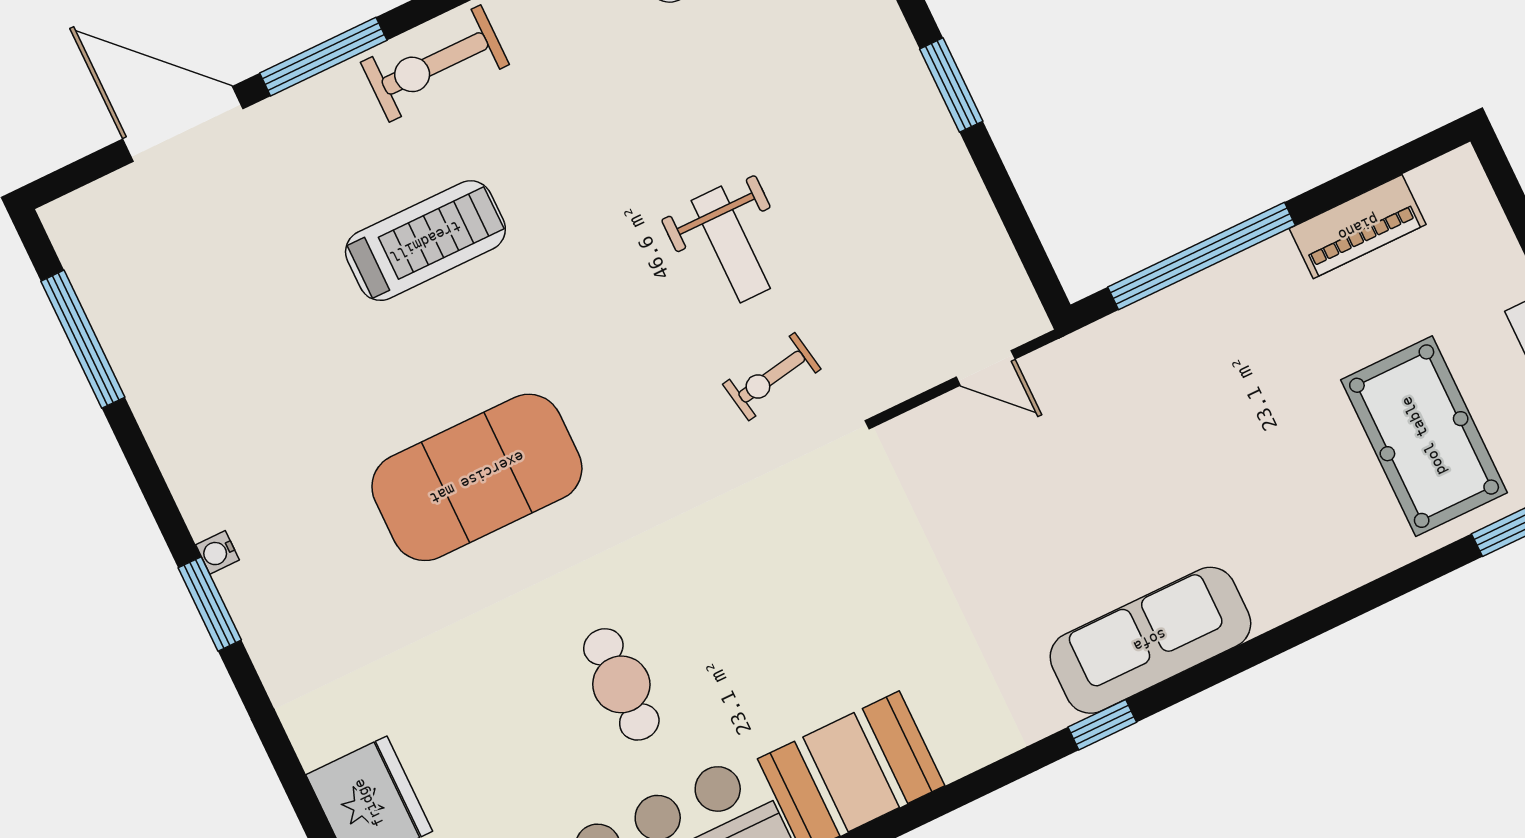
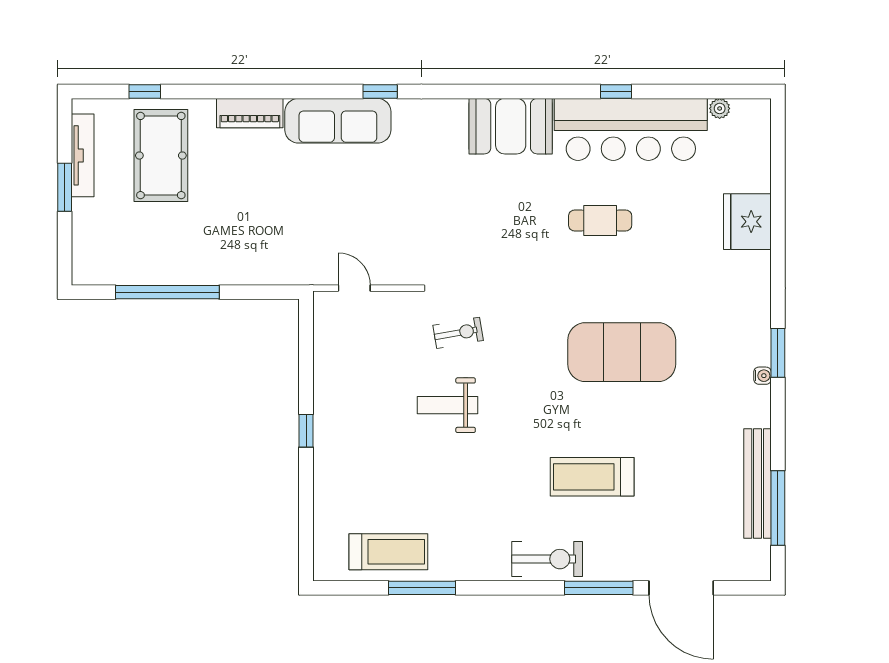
window: (951, 85) -> (306, 431), width x0.67
piano: (1358, 227) -> (250, 113), moved, turned 180
weight bench: (731, 244) -> (448, 405), turned -90
window: (1202, 256) -> (167, 292), moved
bench: (138, 364) -> (758, 483), added
cafe table: (621, 684) -> (600, 221), turned 90

